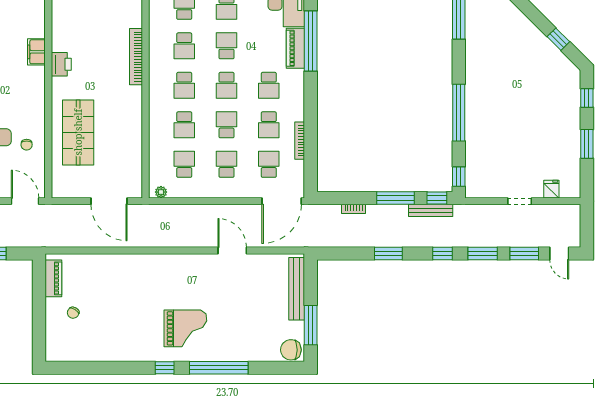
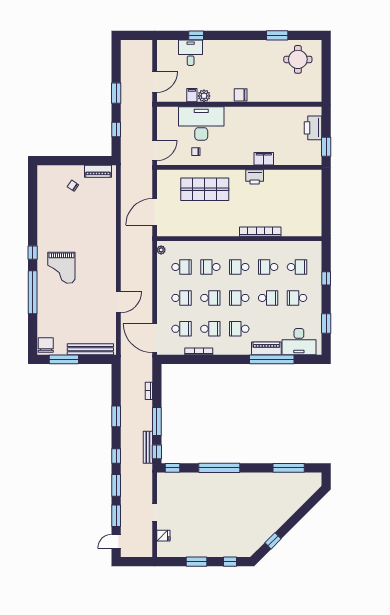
school desk: (269, 125) -> (210, 329), turned 180

